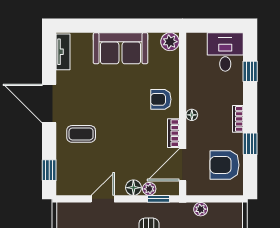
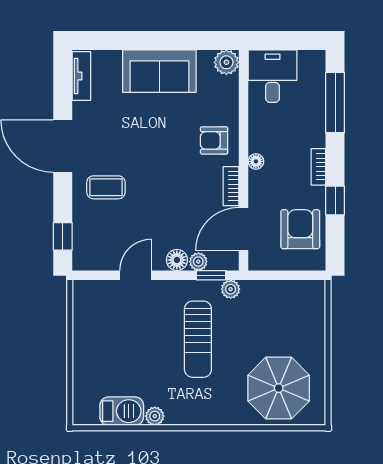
desk: (225, 52) -> (273, 76), moved
window: (250, 71) -> (335, 102), width x2.17
armchair: (225, 165) -> (300, 229), turned 90
plant: (201, 209) -> (231, 289), moved

